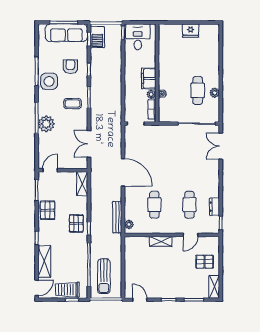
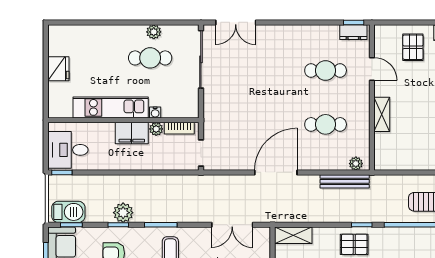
kitchen unit: (165, 65) -> (111, 107), added
plant: (97, 73) -> (123, 213), added
dresser: (214, 207) -> (353, 32), moved

